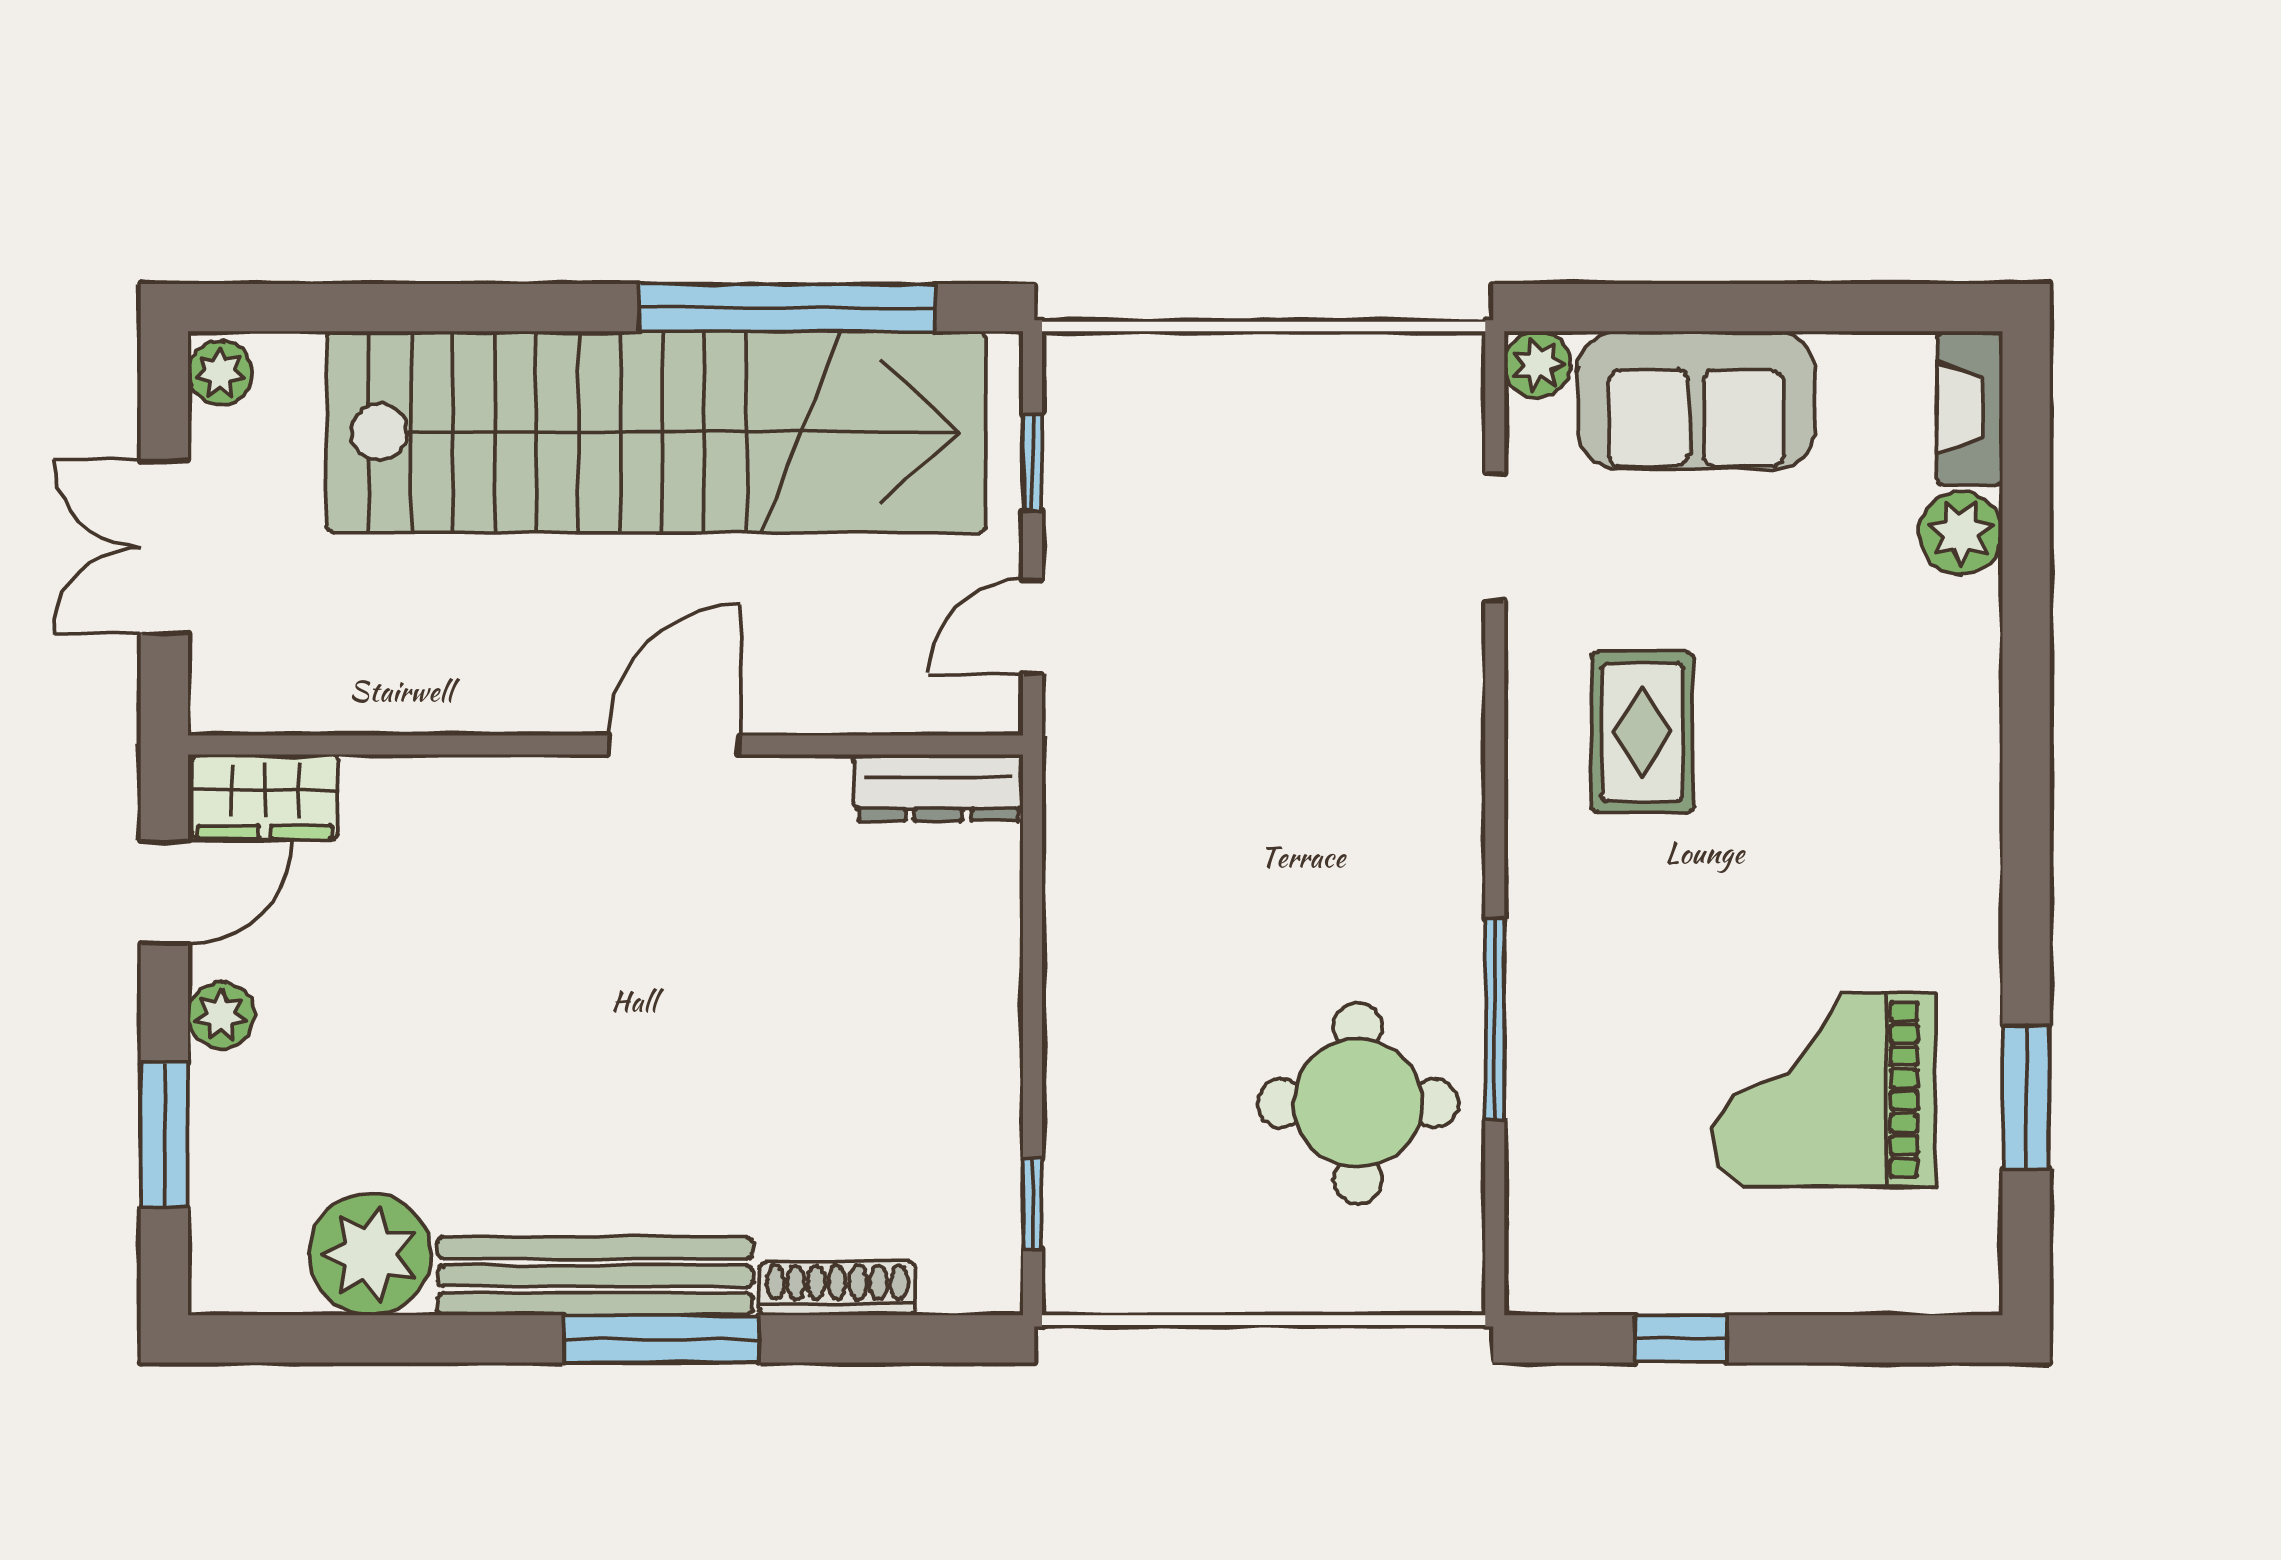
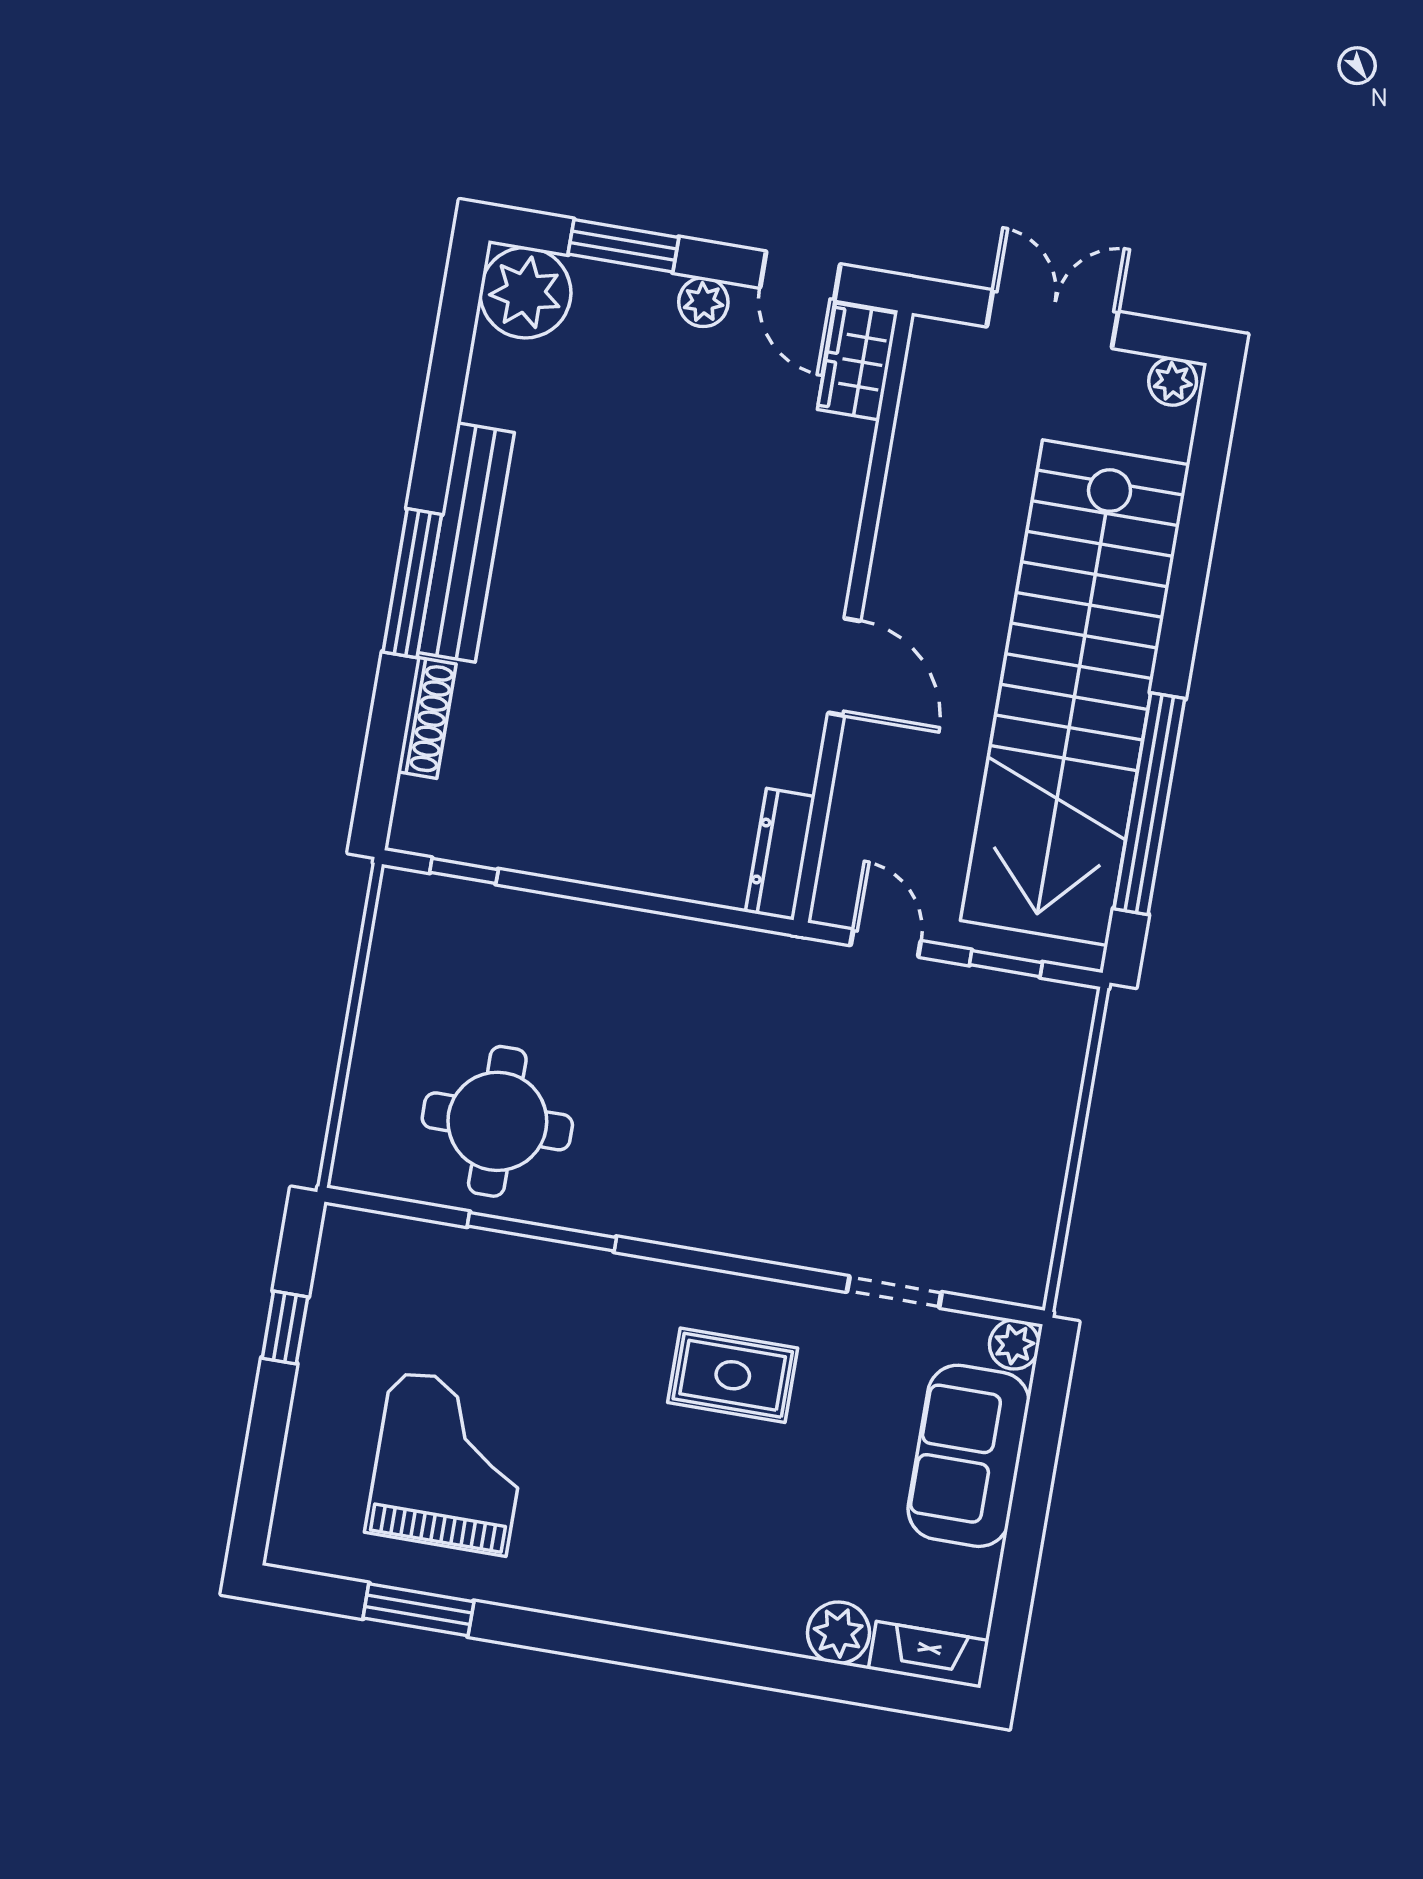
plant: (370, 1254) -> (525, 293), moved

